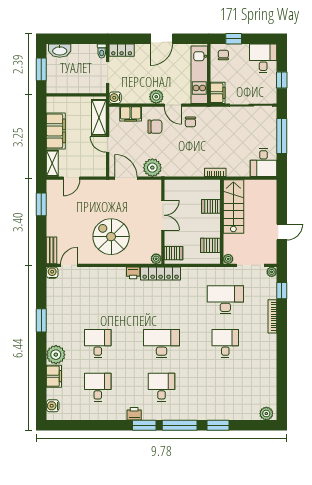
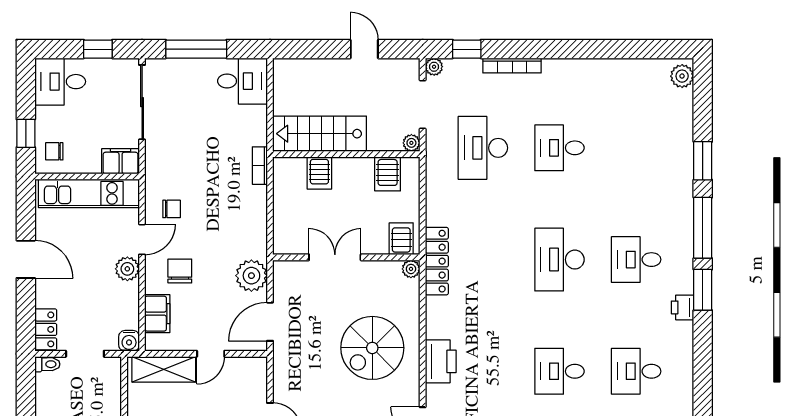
printer: (133, 273) -> (441, 361), moved, width x1.87, depth x1.48

